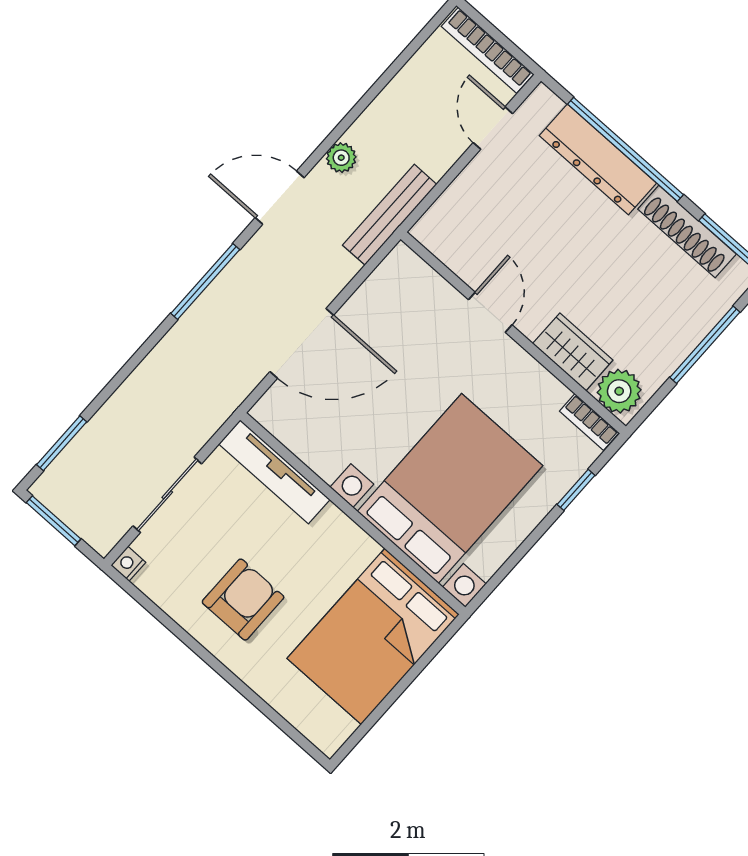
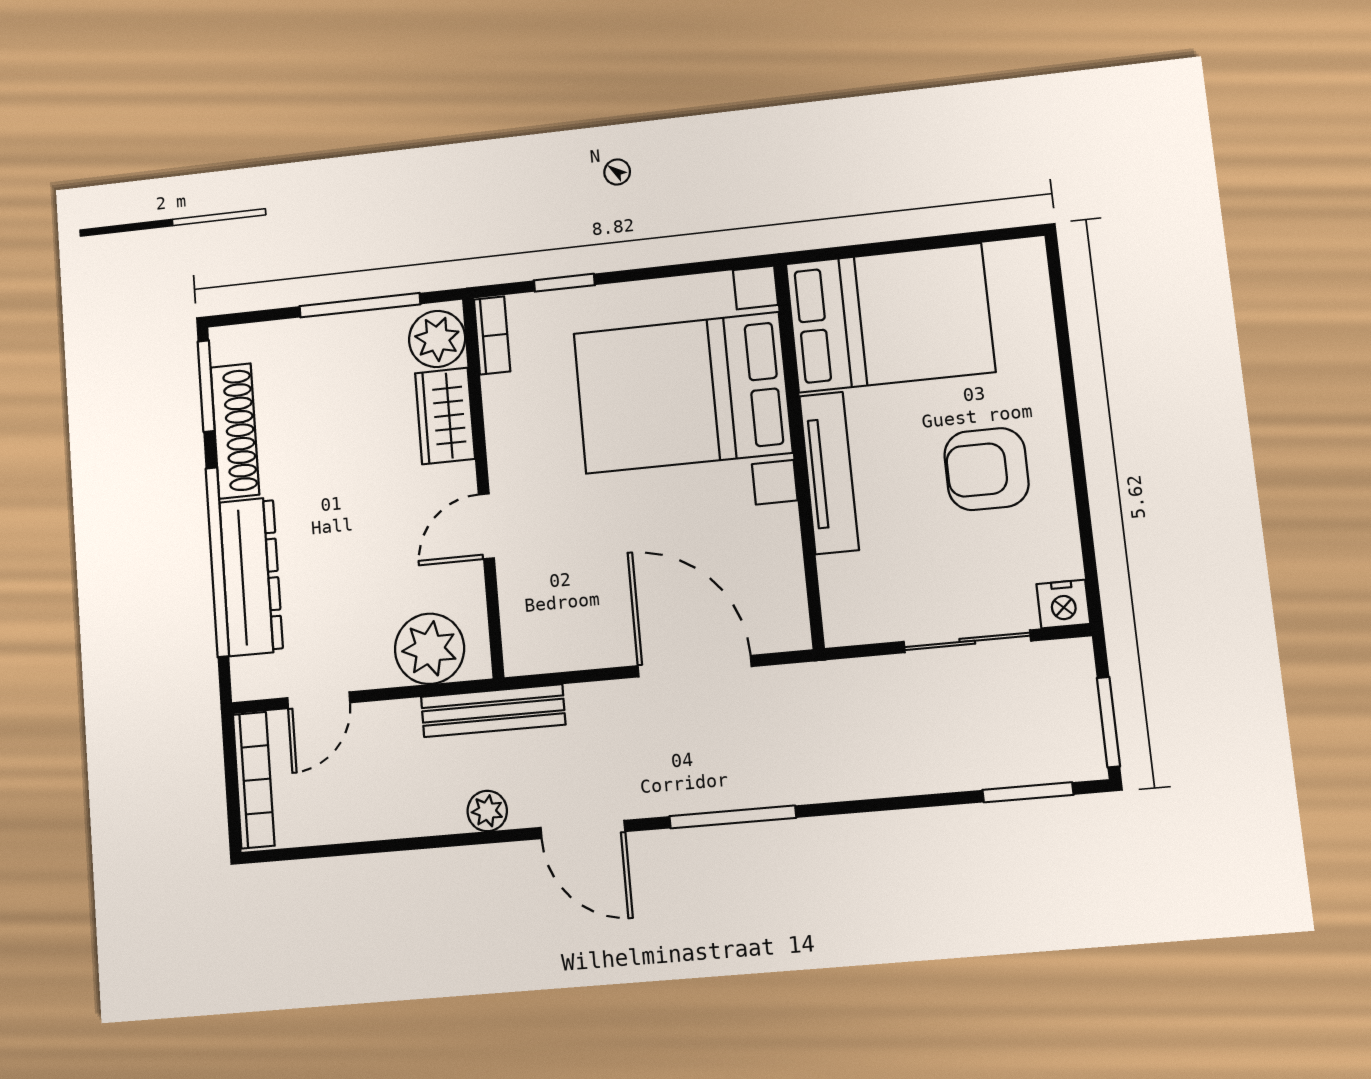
plant: (458, 215) -> (430, 649), added
window: (705, 345) -> (360, 305), moved
tv unit: (274, 472) -> (829, 473), moved
nightstand: (128, 564) -> (1063, 604), width x1.39, depth x1.35

